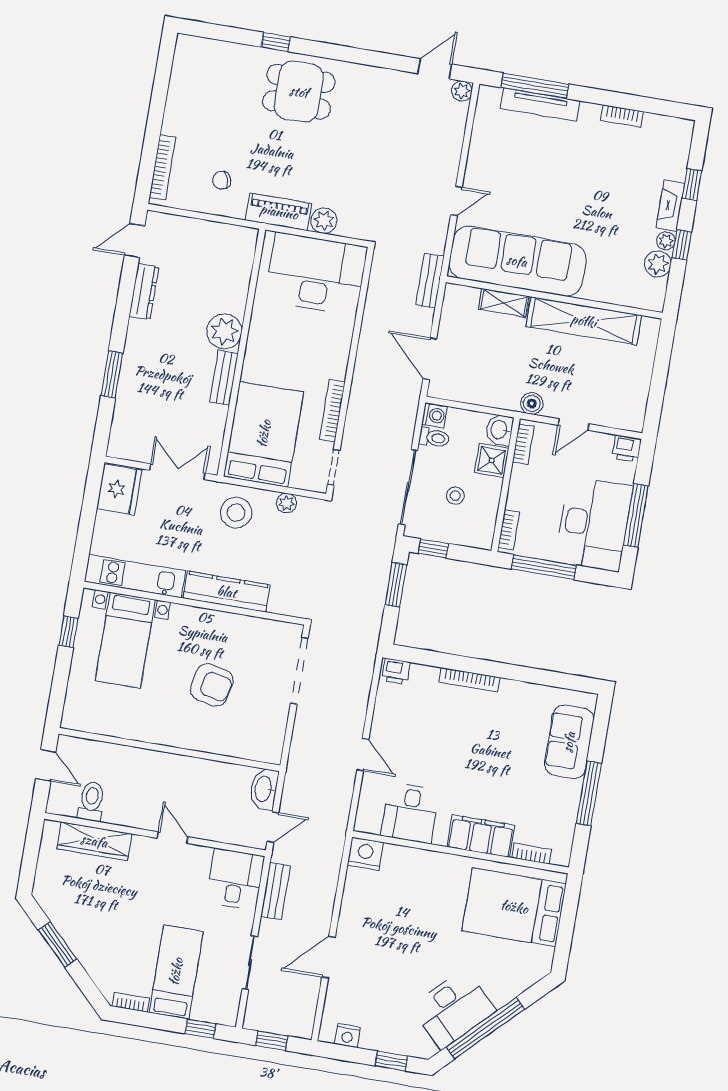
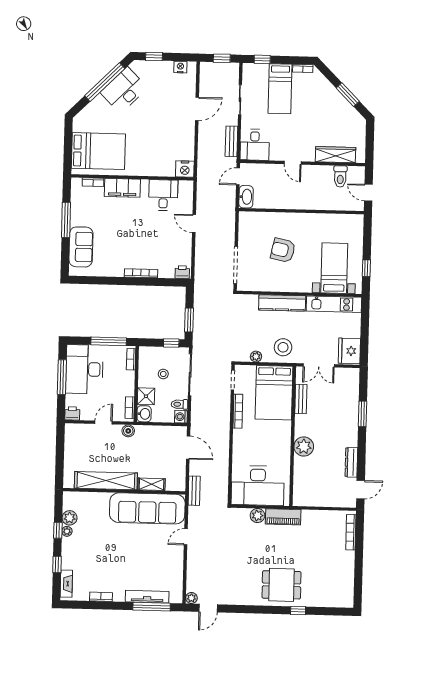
chair: (222, 180) -> (317, 530), removed
fireplace: (670, 206) -> (66, 584), moved
bench: (224, 378) -> (301, 399), moved

